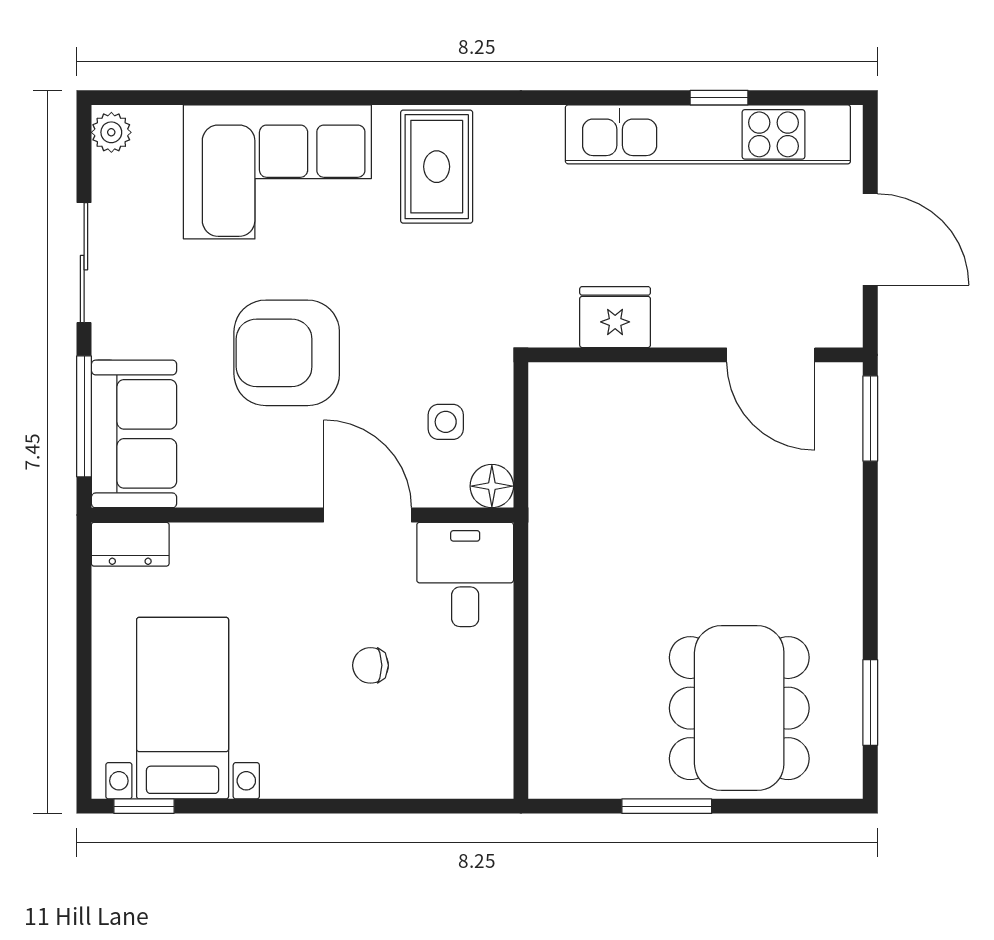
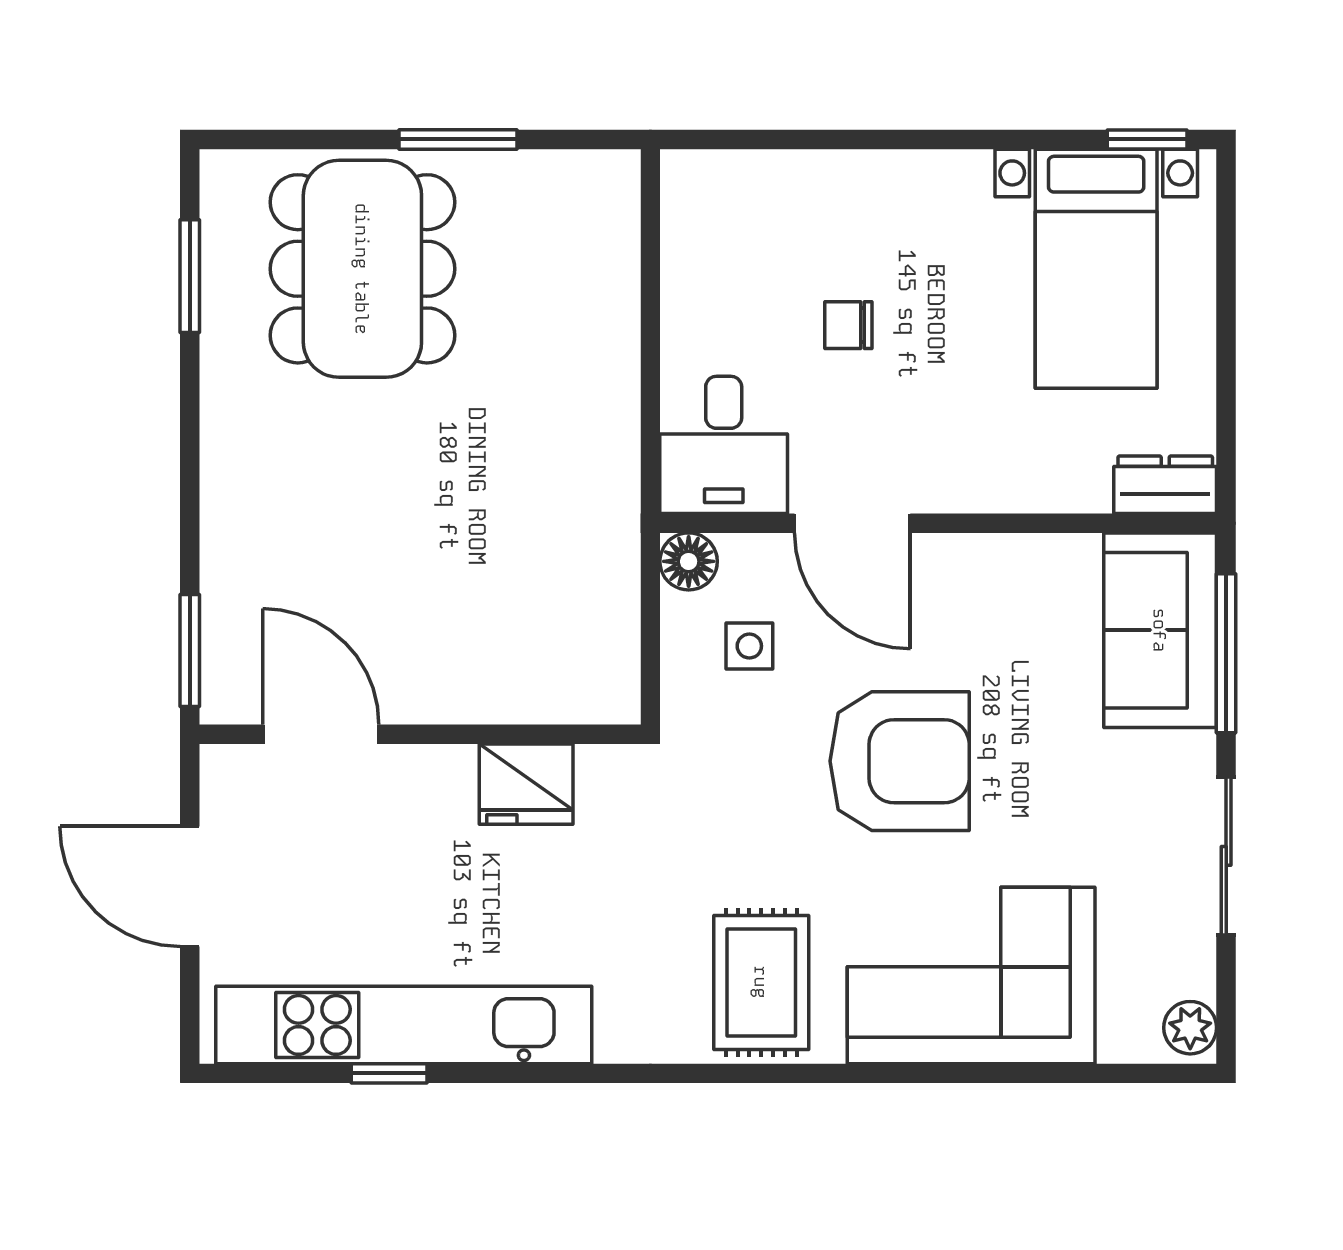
armchair: (287, 353) -> (900, 761), moved
chair: (371, 665) -> (848, 325), turned 180

